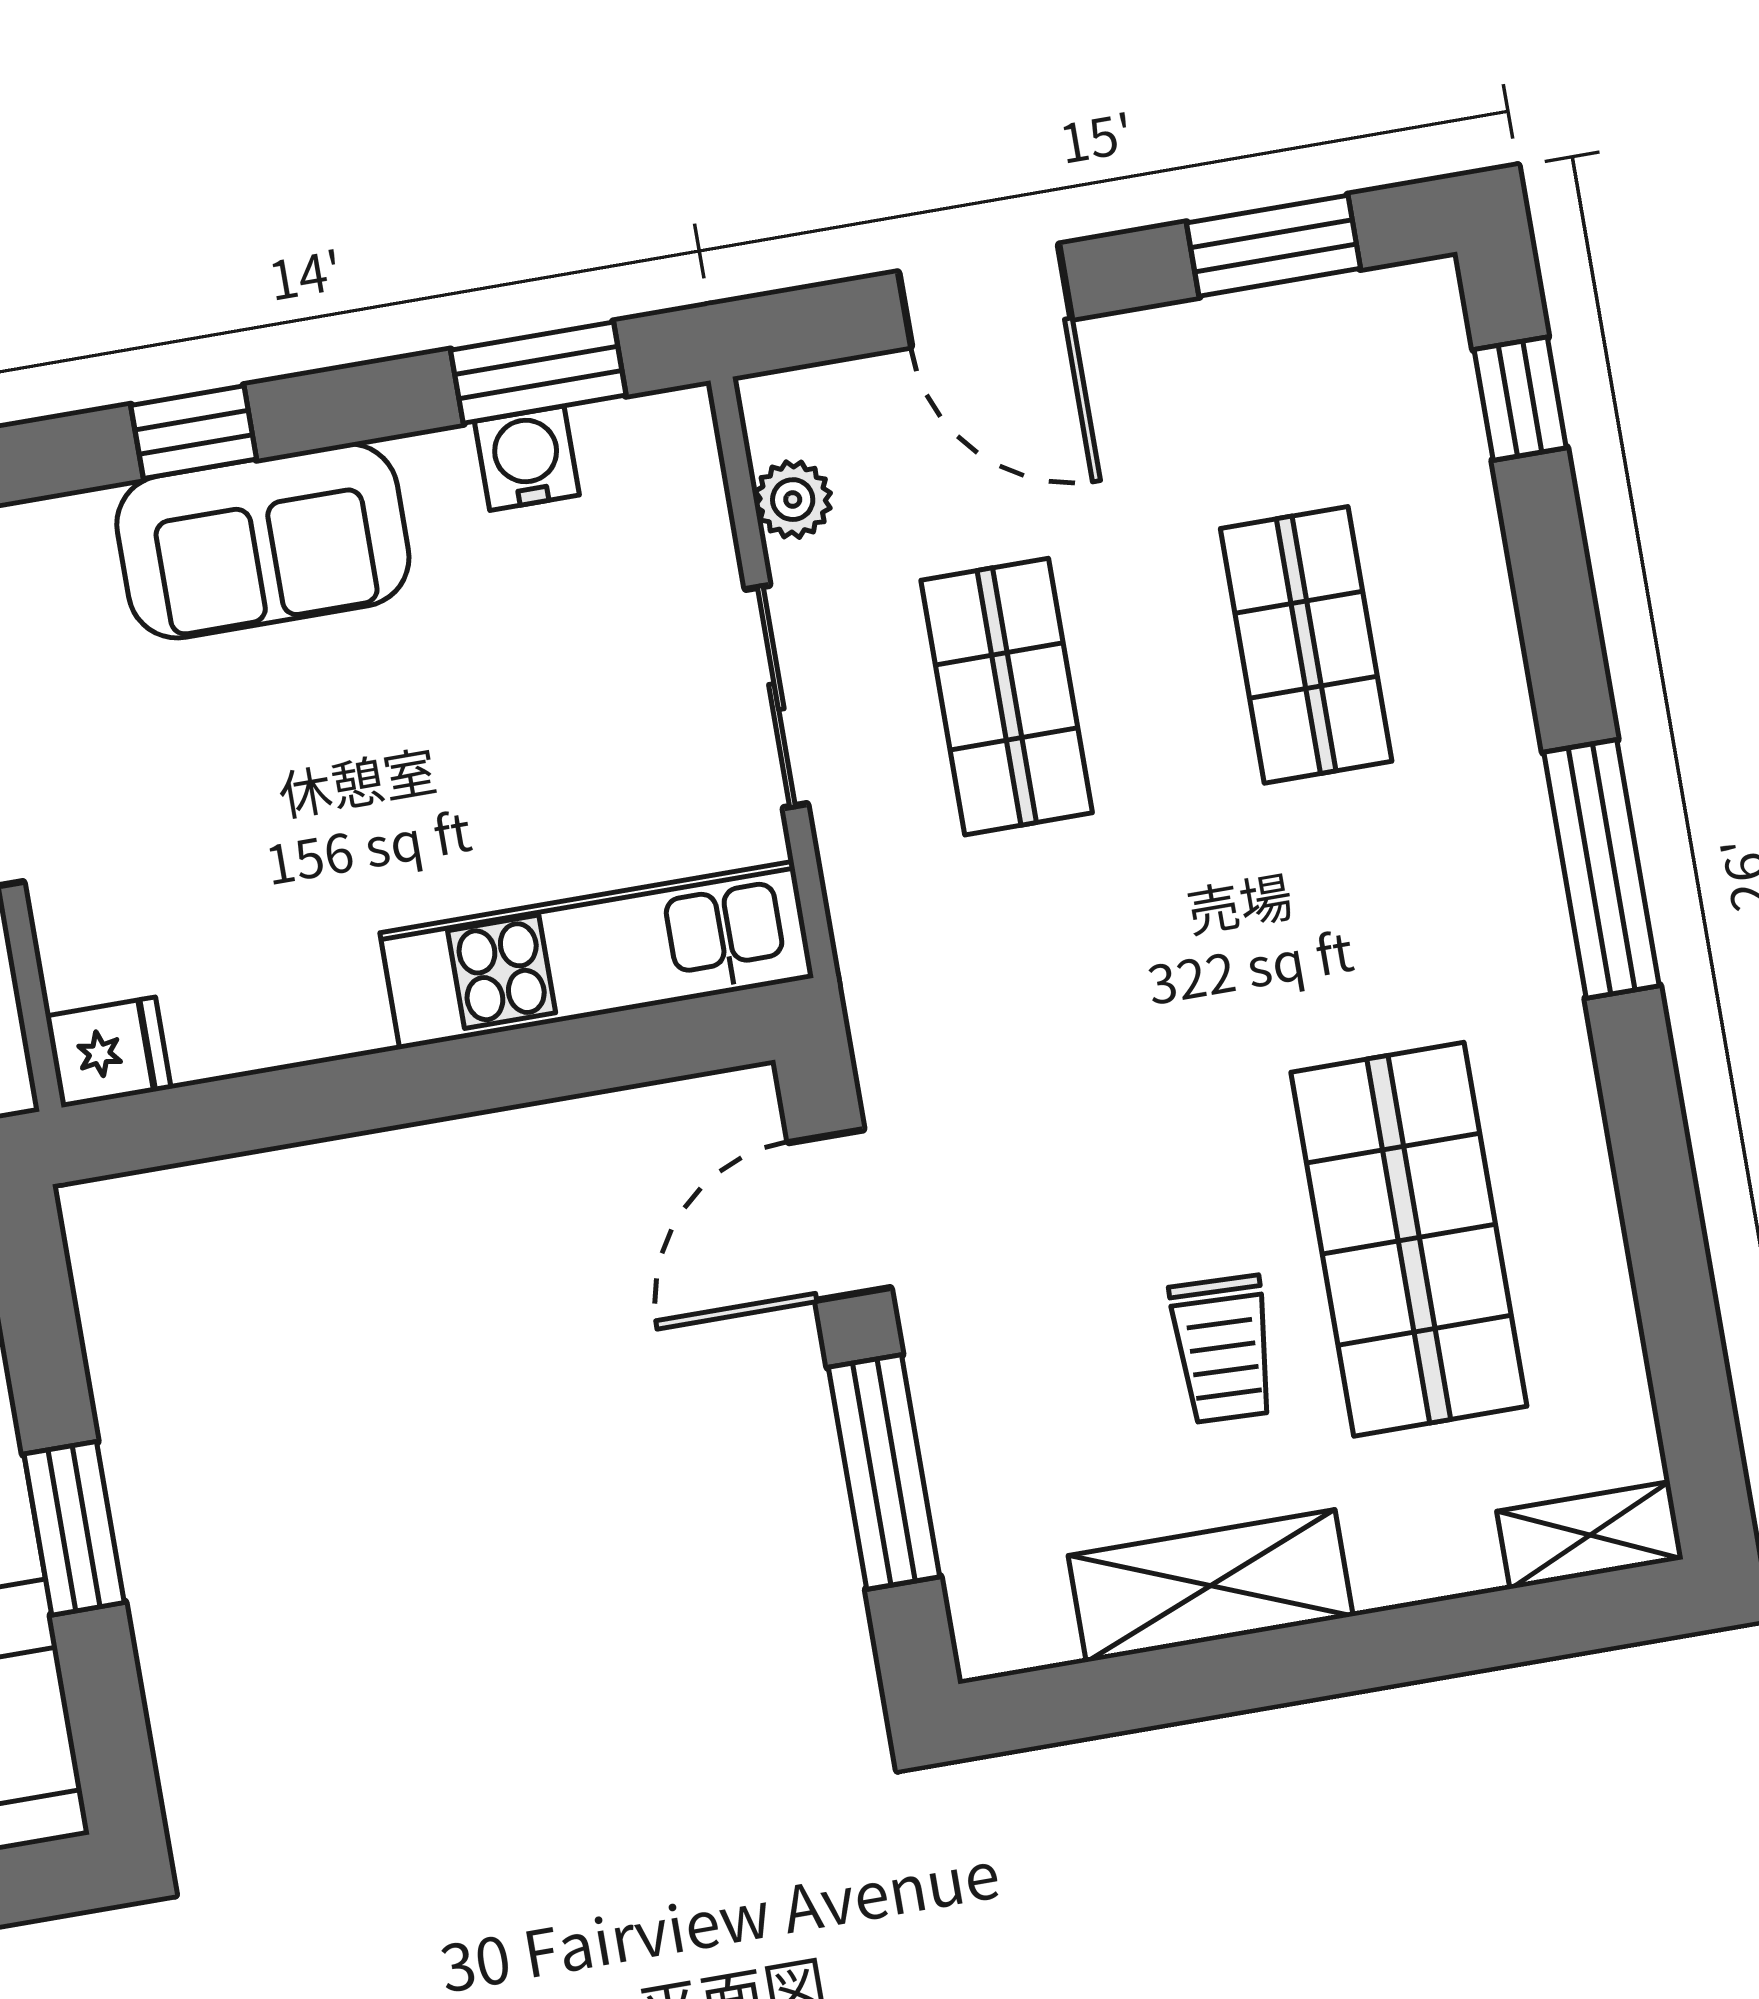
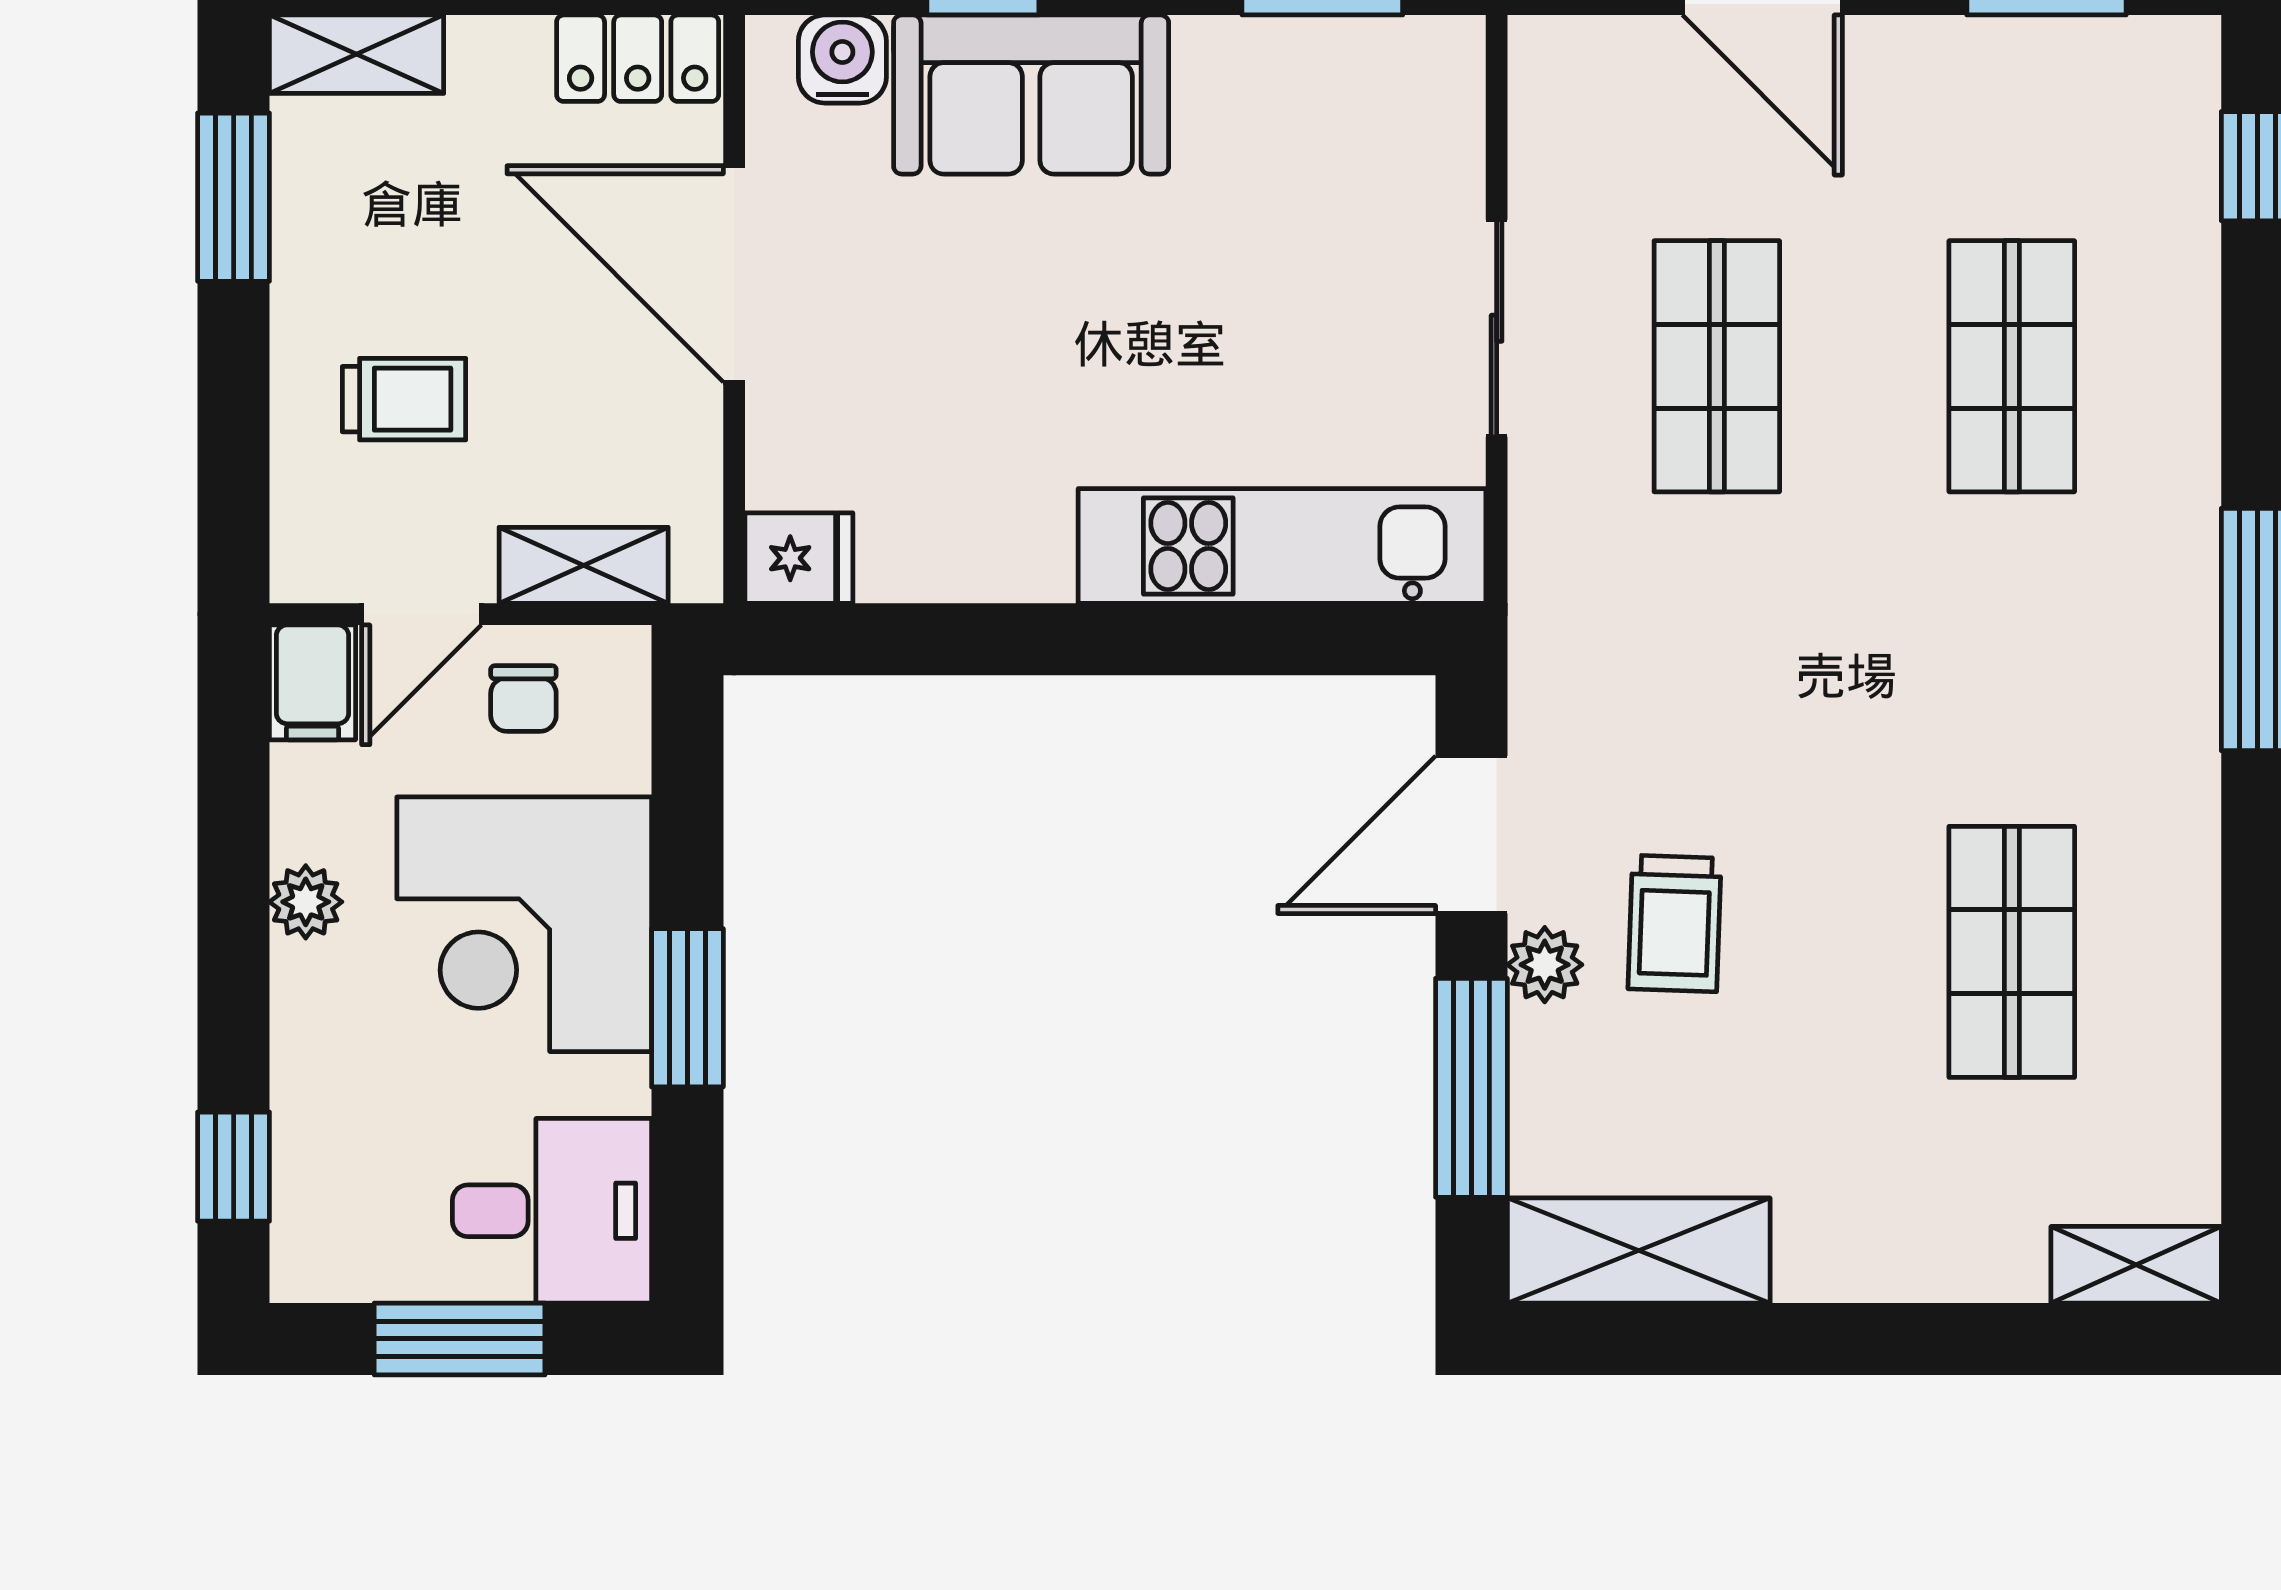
water cooler: (527, 458) -> (842, 59), moved
plant: (793, 500) -> (1545, 965), moved
shop shelf: (1409, 1239) -> (2012, 952), width x0.70, depth x0.74
trolley: (1223, 1349) -> (1675, 923), moved
shelving: (1211, 1586) -> (1639, 1251), moved

